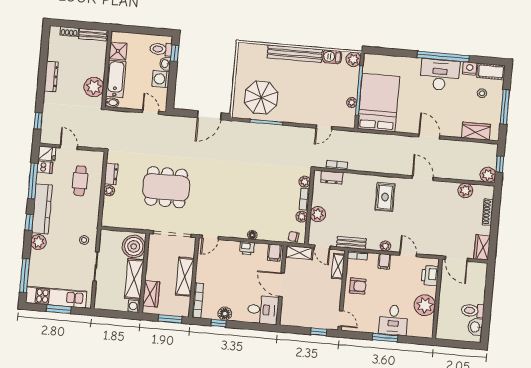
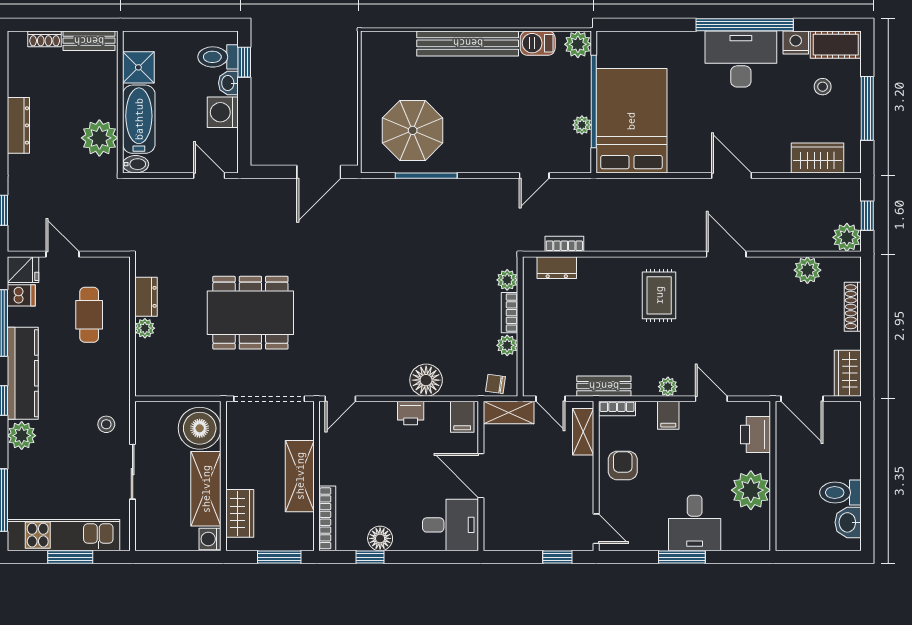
plant: (318, 214) -> (537, 338), removed
floor lamp: (252, 235) -> (426, 380), width x1.89, depth x1.89
armchair: (358, 286) -> (623, 465), turned -90

